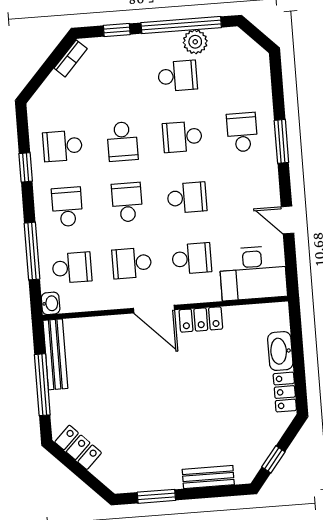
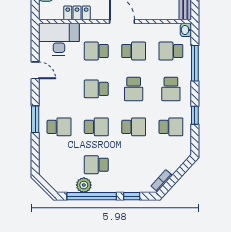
school desk: (242, 132) -> (59, 127), turned -90
school desk: (122, 141) -> (134, 127), turned 90
locker: (201, 319) -> (77, 13), moved

